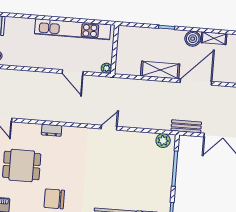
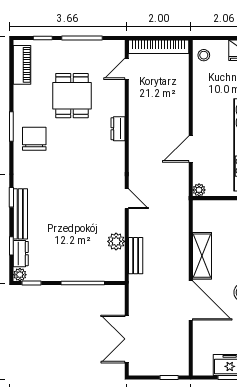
bench: (186, 126) -> (136, 256), moved
plant: (163, 141) -> (116, 241), moved

